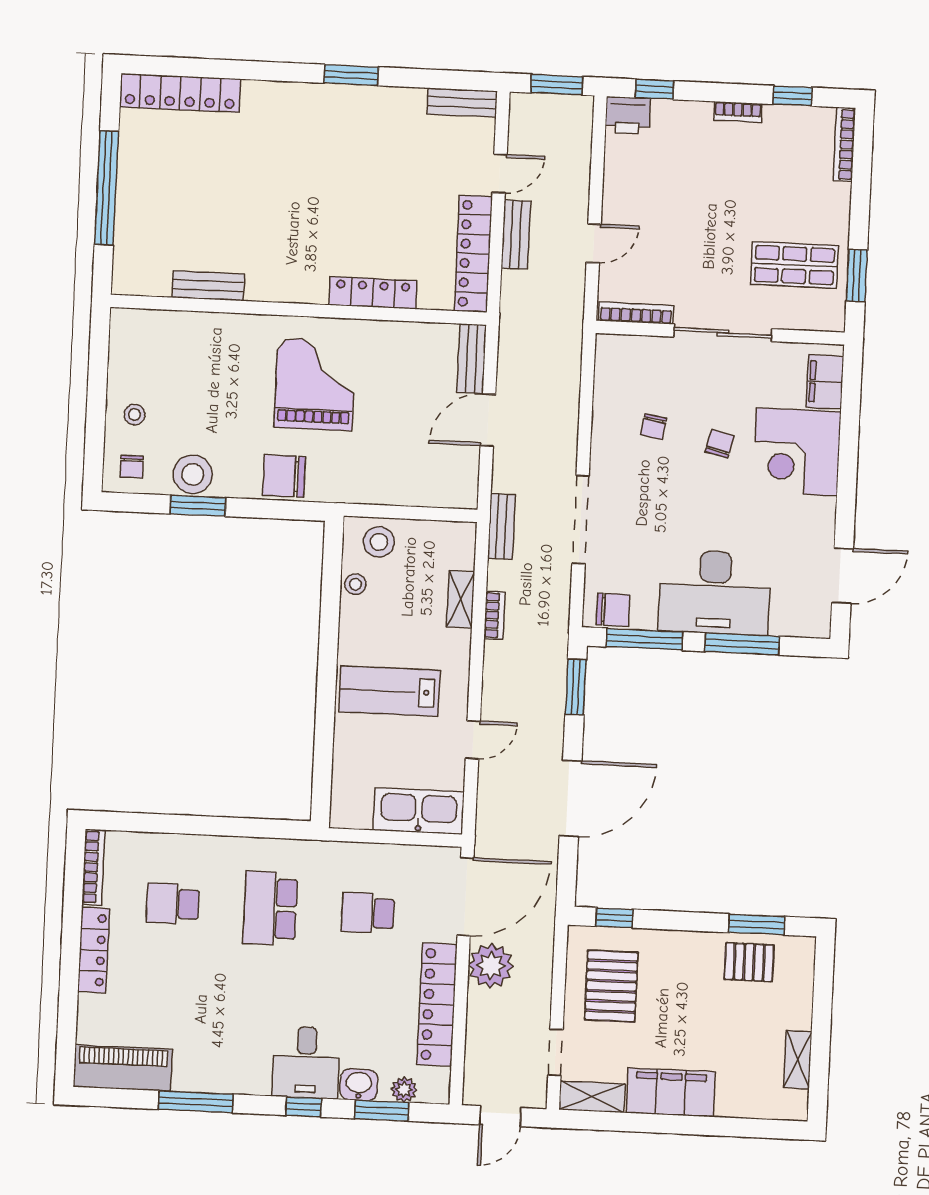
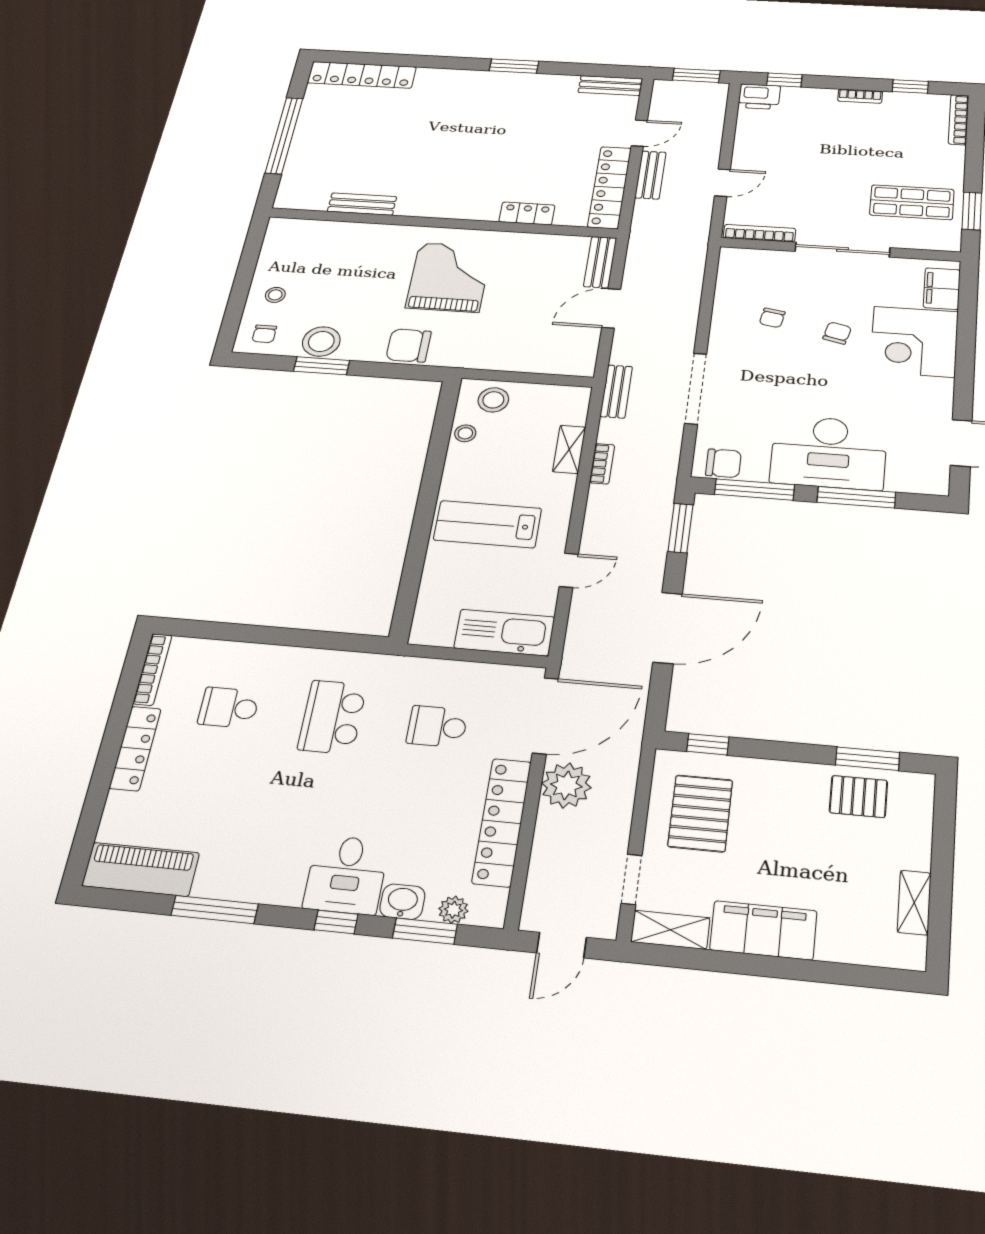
locker: (373, 293) -> (527, 213), width x0.66

